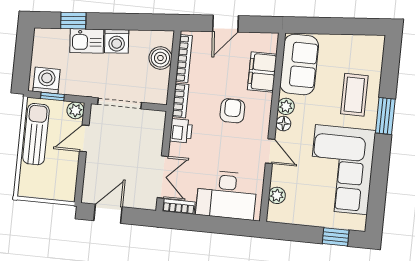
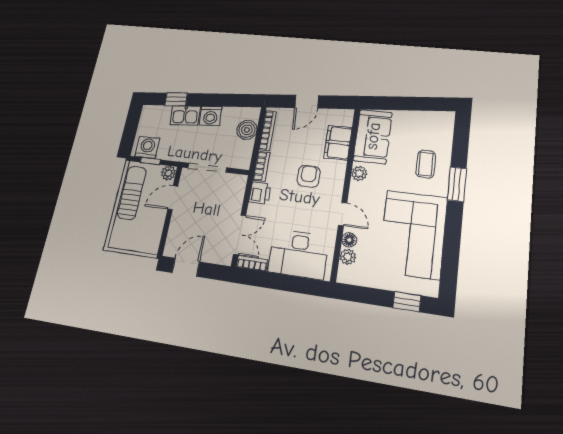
coffee table: (354, 95) -> (426, 164), width x0.73, depth x0.77
floor lamp: (283, 124) -> (349, 240), moved

